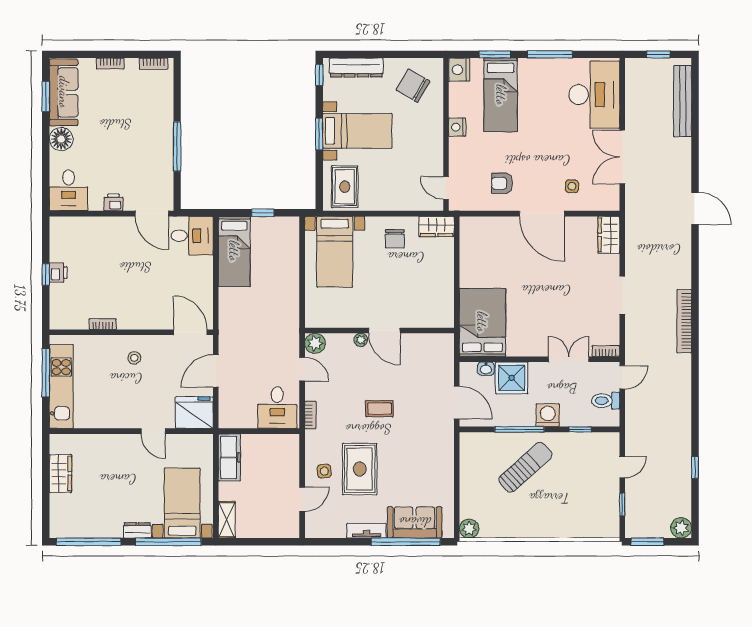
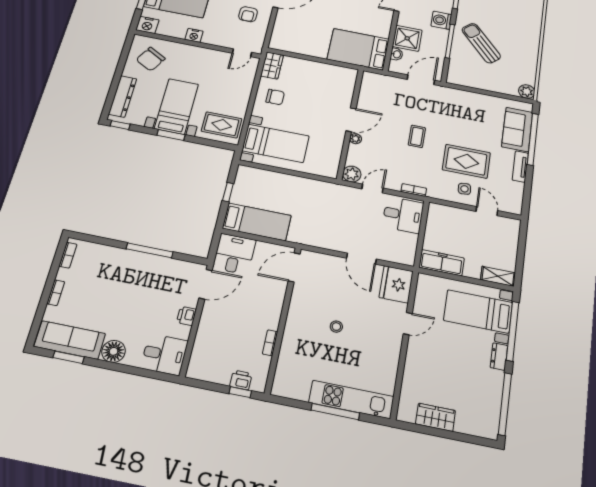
bookcase: (103, 324) -> (270, 343), moved
wall: (131, 332) -> (283, 319), moved
door: (190, 332) -> (294, 267), moved

